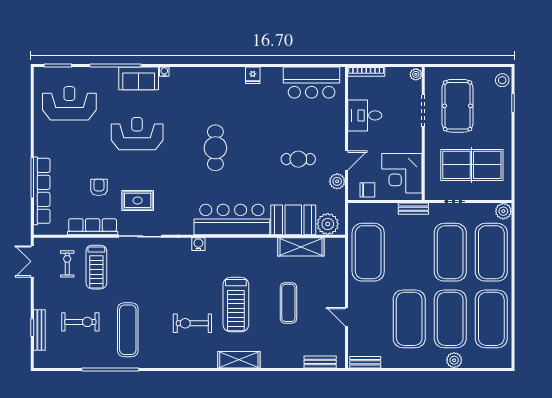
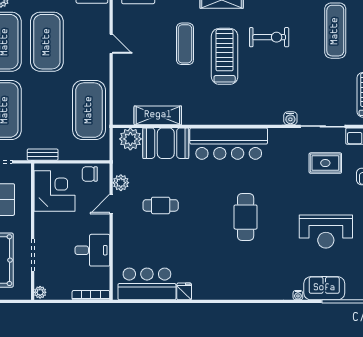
fridge: (253, 75) -> (184, 291), moved
water cooler: (198, 244) -> (290, 118), moved
exercise mat: (288, 303) -> (185, 44), moved

